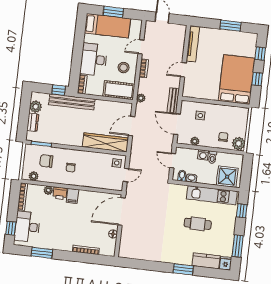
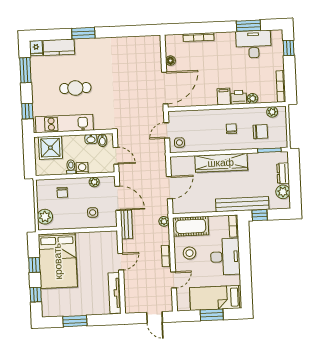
wardrobe: (105, 142) -> (221, 163), moved
plant: (239, 143) -> (45, 217), moved
desk: (27, 227) -> (254, 44), moved, turned -90

